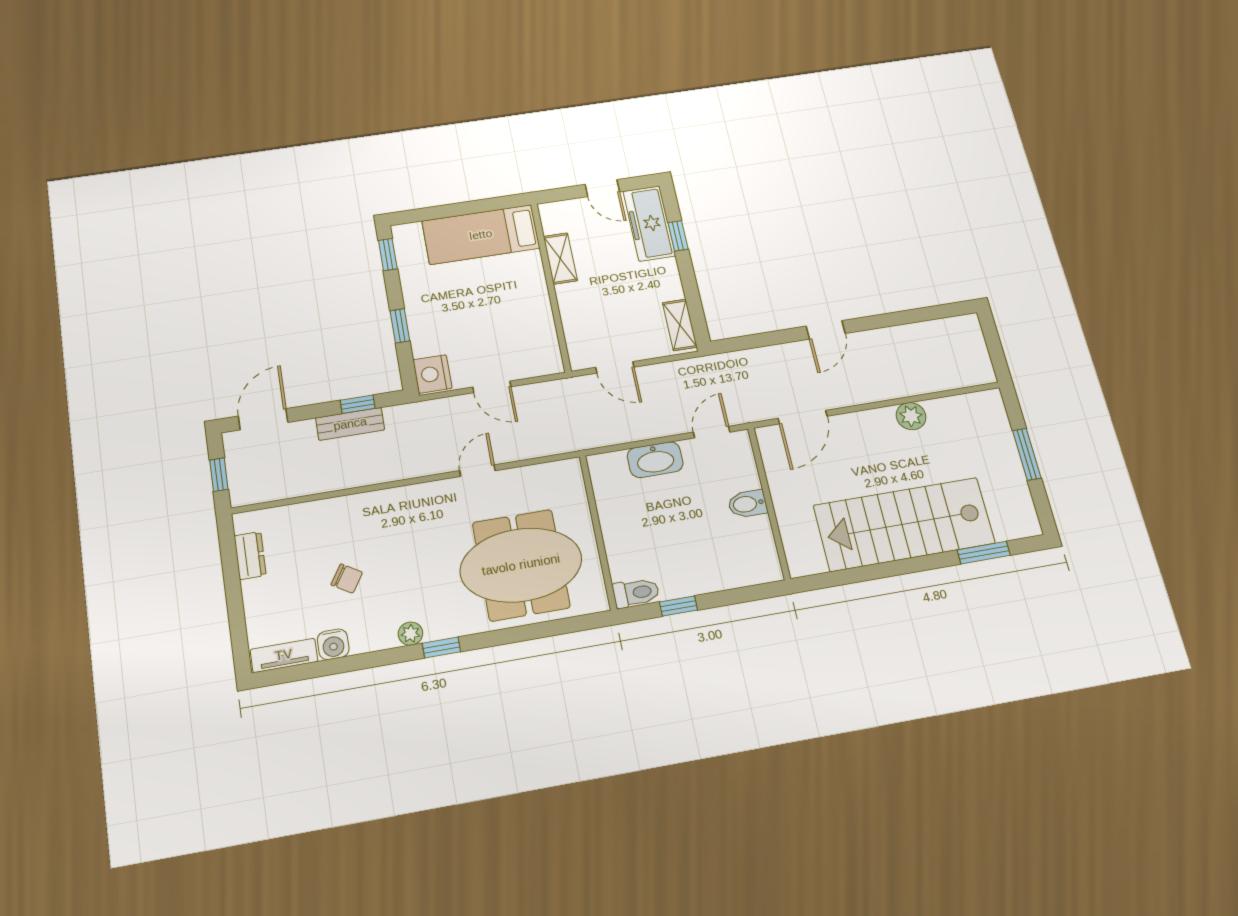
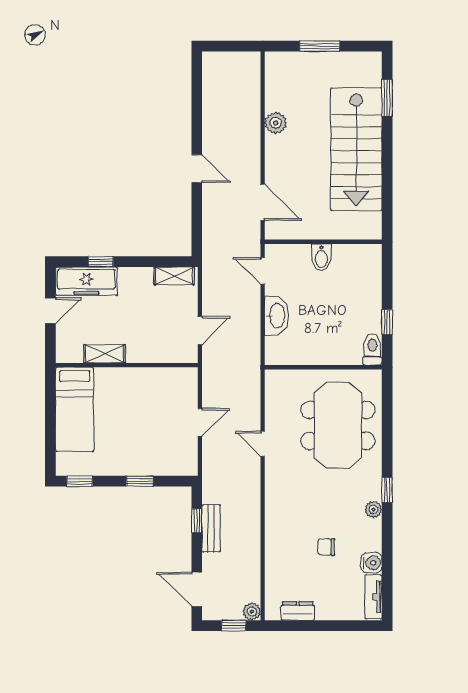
nightstand: (432, 374) -> (182, 464), removed
plant: (242, 495) -> (252, 612), added
chair: (347, 579) -> (326, 547), turned -122

